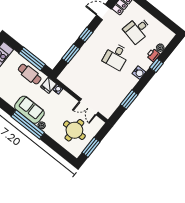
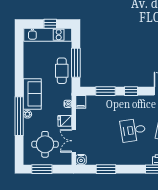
water cooler: (139, 73) -> (81, 160), moved
filing cabinet: (64, 78) -> (81, 102), added
fridge: (49, 85) -> (65, 121), moved
window: (28, 124) -> (19, 116), moved

